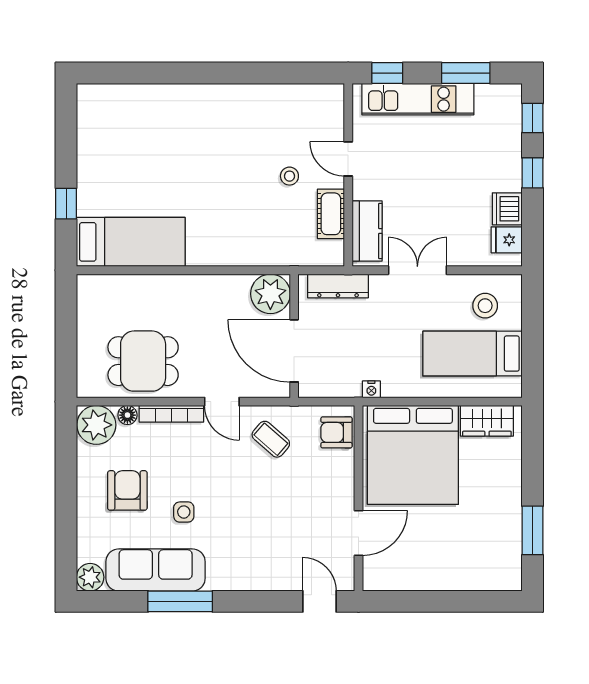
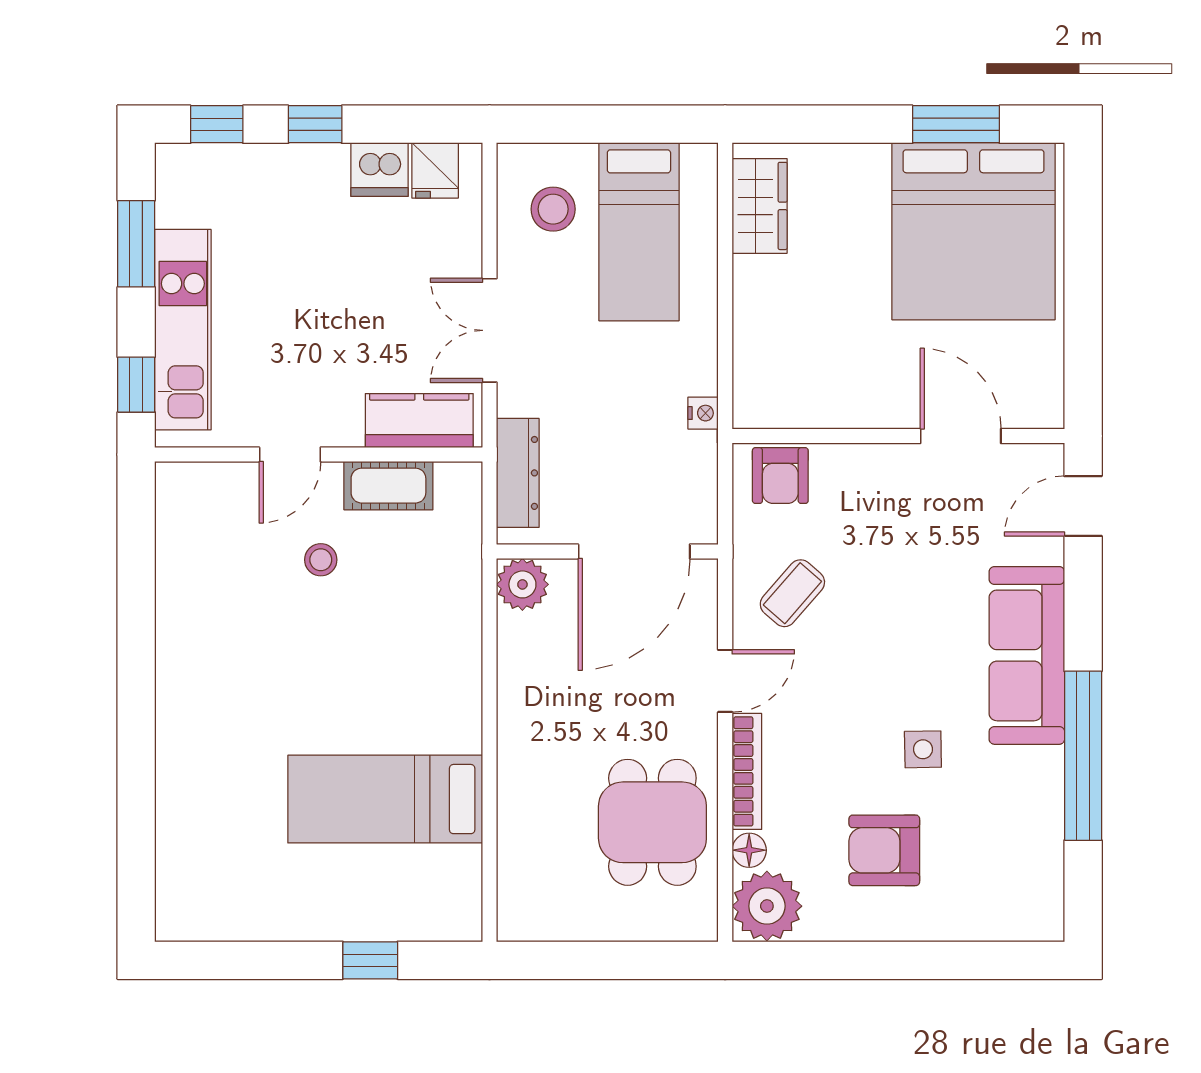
bed: (131, 242) -> (385, 799), moved, turned -90
plant: (270, 294) -> (522, 584), width x0.73, depth x0.73
bed: (413, 455) -> (973, 231), moved, turned 90
sofa: (156, 570) -> (1027, 655), moved
plant: (90, 577) -> (1040, 917), removed
window: (180, 601) -> (1083, 756), width x1.46

